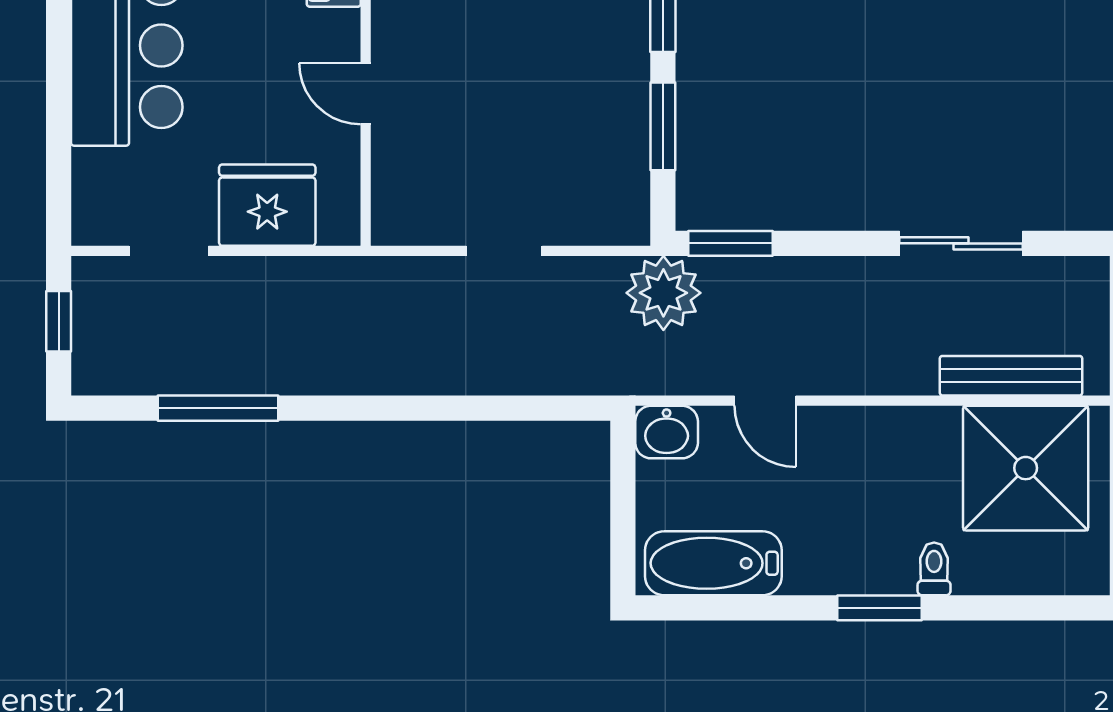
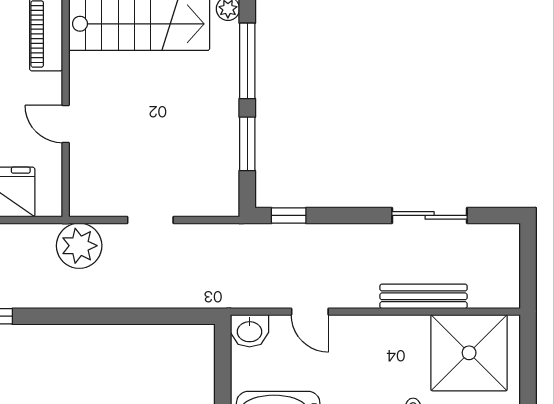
window: (731, 243) -> (289, 215), width x0.67
plant: (663, 293) -> (79, 246), moved
bench: (1011, 376) -> (424, 296), moved

